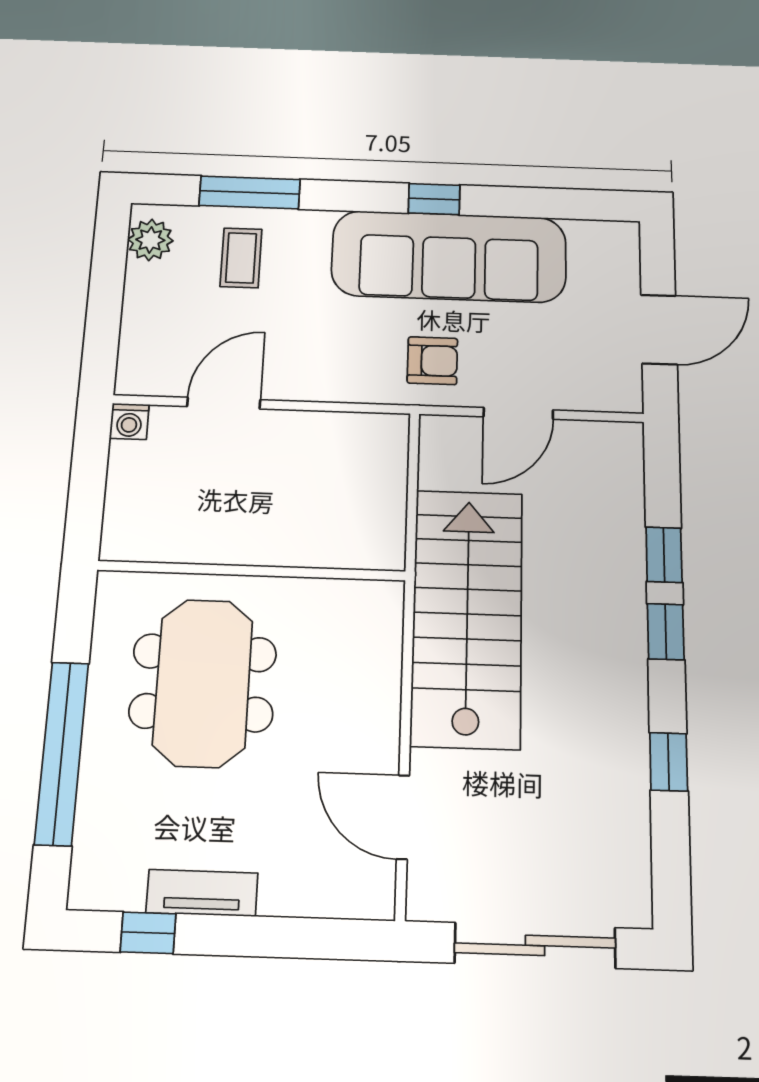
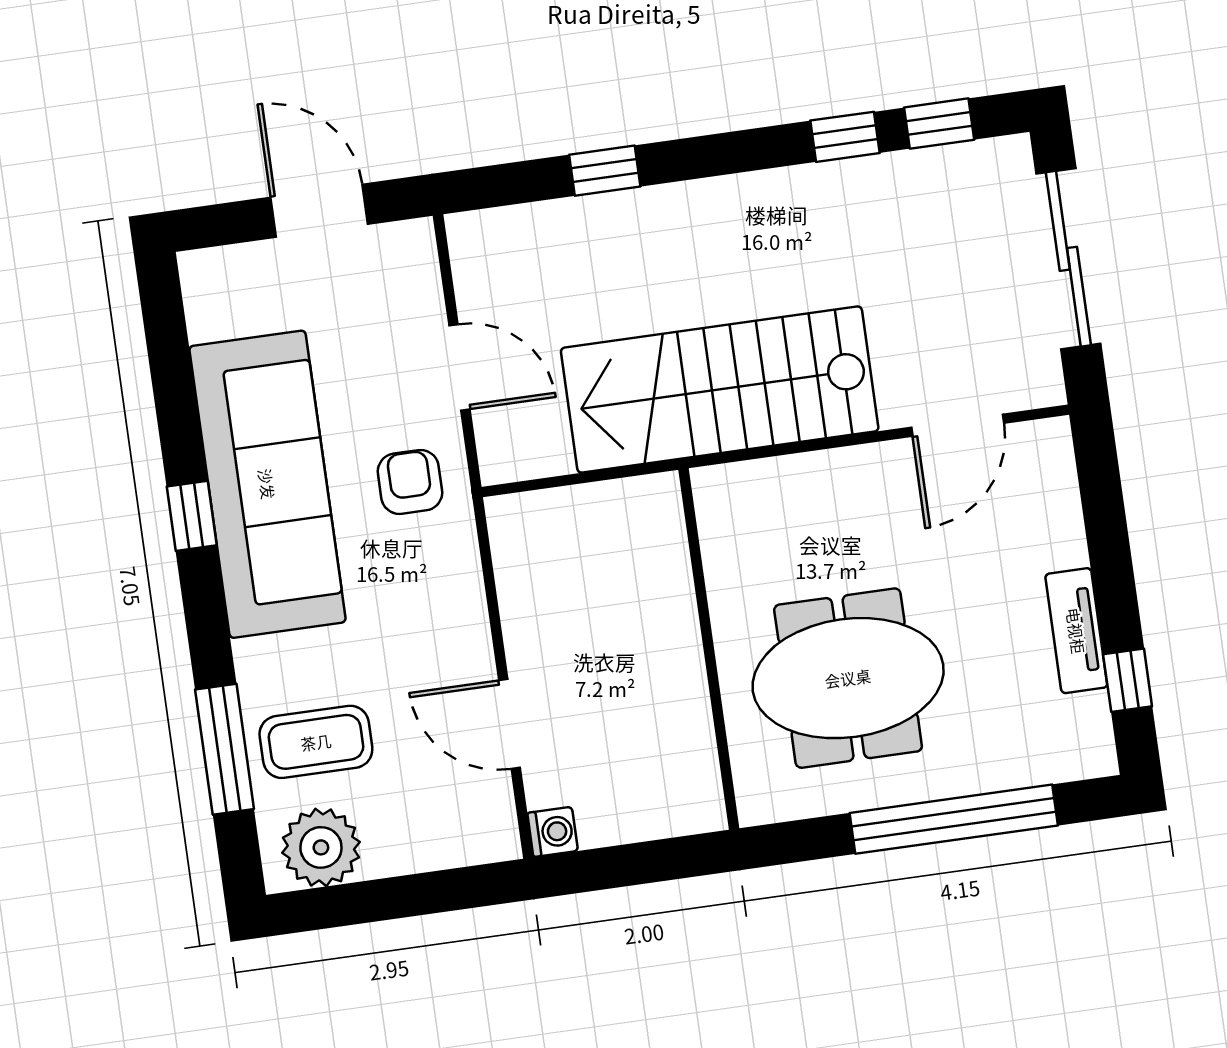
plant: (150, 240) -> (321, 847), width x1.36, depth x1.36
coffee table: (241, 258) -> (316, 742), width x1.36, depth x1.30
window: (666, 632) -> (939, 124), moved

